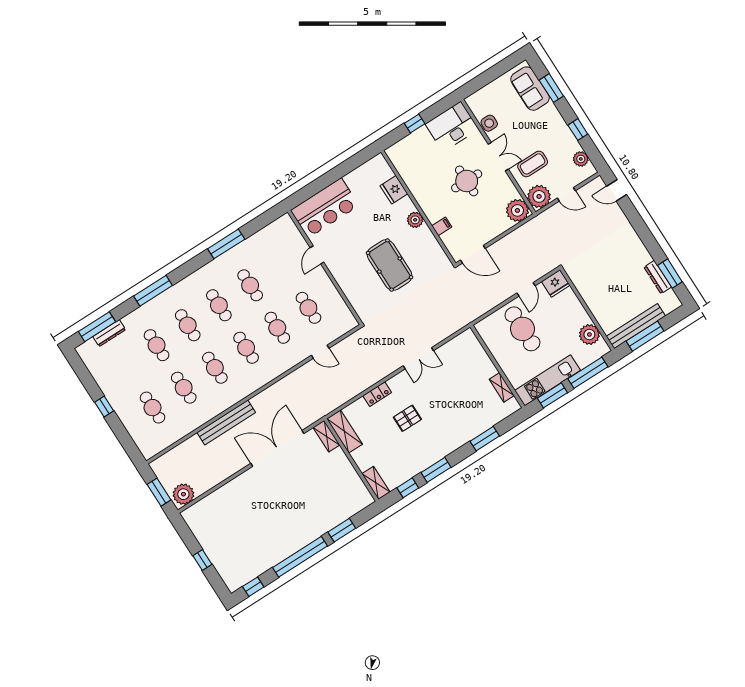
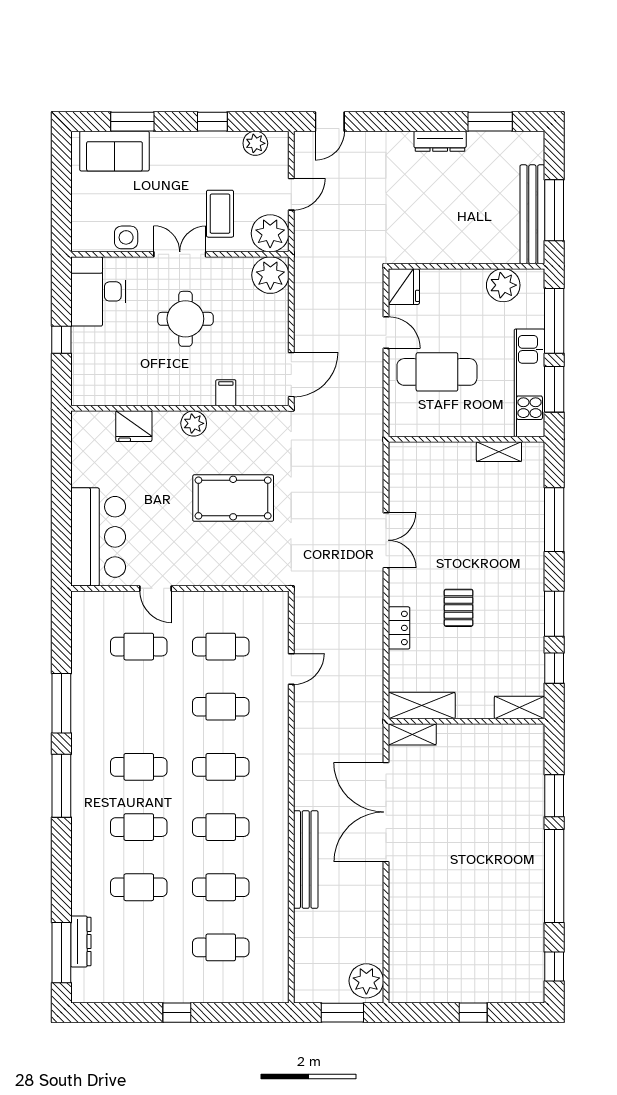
dresser: (658, 277) -> (440, 141), moved
cafe table: (250, 285) -> (139, 647), moved
window: (153, 291) -> (61, 786), moved
window: (485, 439) -> (554, 520), width x1.44

